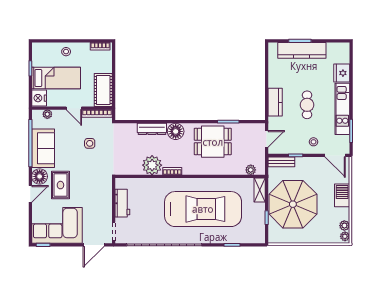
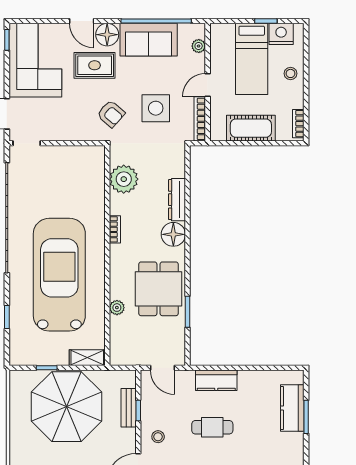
kitchen counter: (302, 50) -> (292, 408), width x0.67
cot: (103, 90) -> (251, 128), moved
nightstand: (39, 98) -> (281, 34), moved
side table: (90, 143) -> (156, 108), width x1.87, depth x1.87
bench: (281, 162) -> (129, 408), moved
plant: (152, 165) -> (124, 179), moved
plant: (251, 170) -> (117, 308), moved
armchair: (94, 174) -> (111, 114), added
workbench: (122, 203) -> (68, 156), removed
car: (203, 209) -> (59, 275), turned 180

